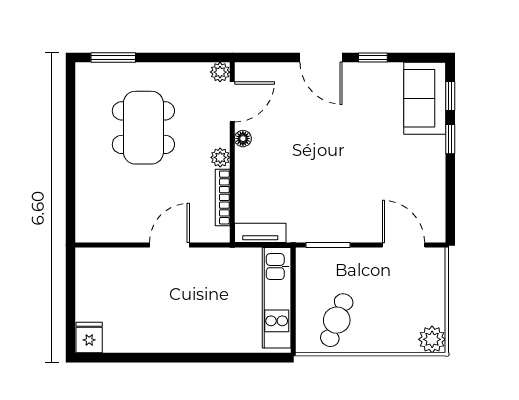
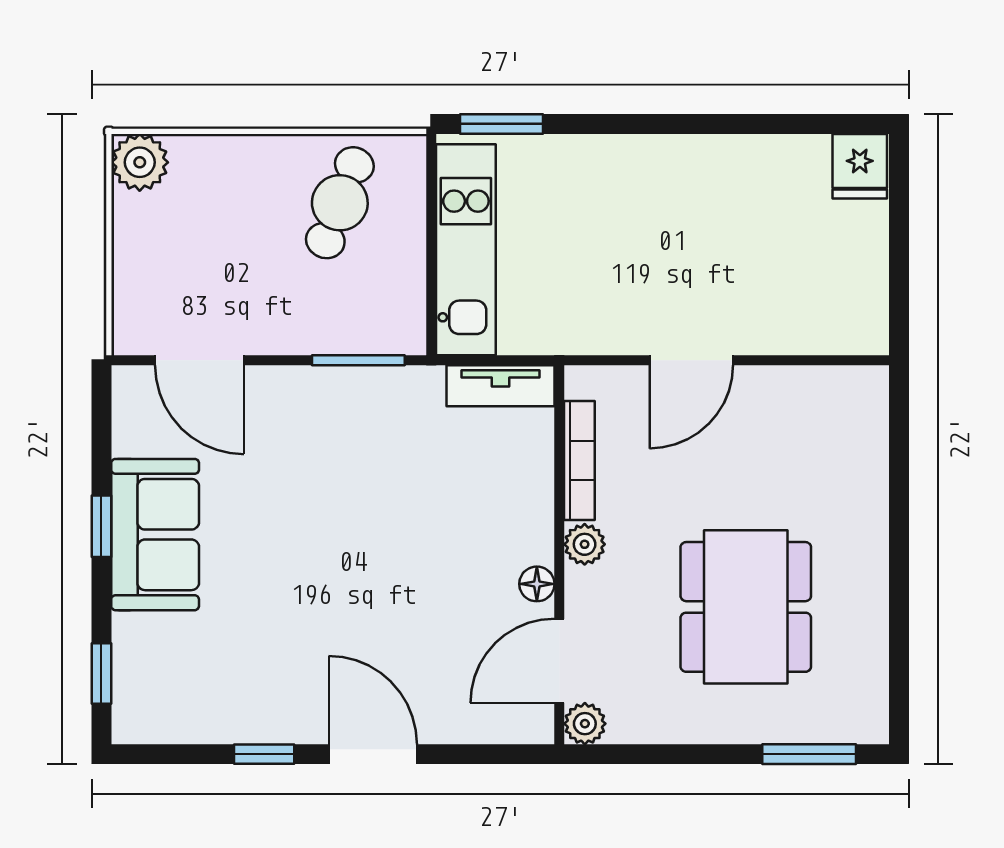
sofa: (425, 98) -> (155, 535), moved
window: (450, 139) -> (101, 526), moved
window: (260, 358) -> (501, 124), added

